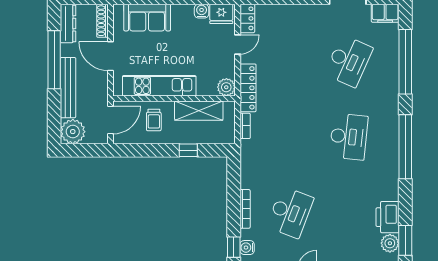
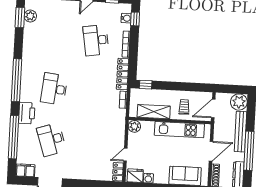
door: (111, 56) -> (211, 151), hinge flipped
desk: (349, 61) -> (51, 140), turned -42
locker: (248, 88) -> (123, 74), moved
window: (188, 150) -> (146, 85), moved
desk: (290, 212) -> (96, 40), turned -30
printer: (388, 217) -> (27, 113), moved

